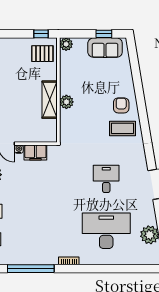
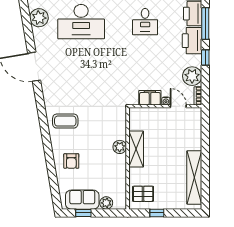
window: (41, 34) -> (157, 213), moved
plant: (66, 44) -> (106, 203), moved
armchair: (121, 105) -> (71, 161), moved
desk: (106, 179) -> (145, 22), moved

